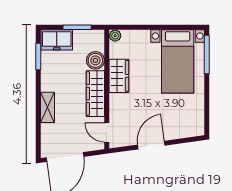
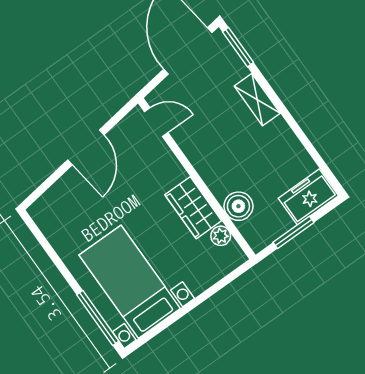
plant: (115, 36) -> (221, 236), moved
window: (38, 57) -> (238, 47), moved
wardrobe: (95, 94) -> (207, 163), removed

